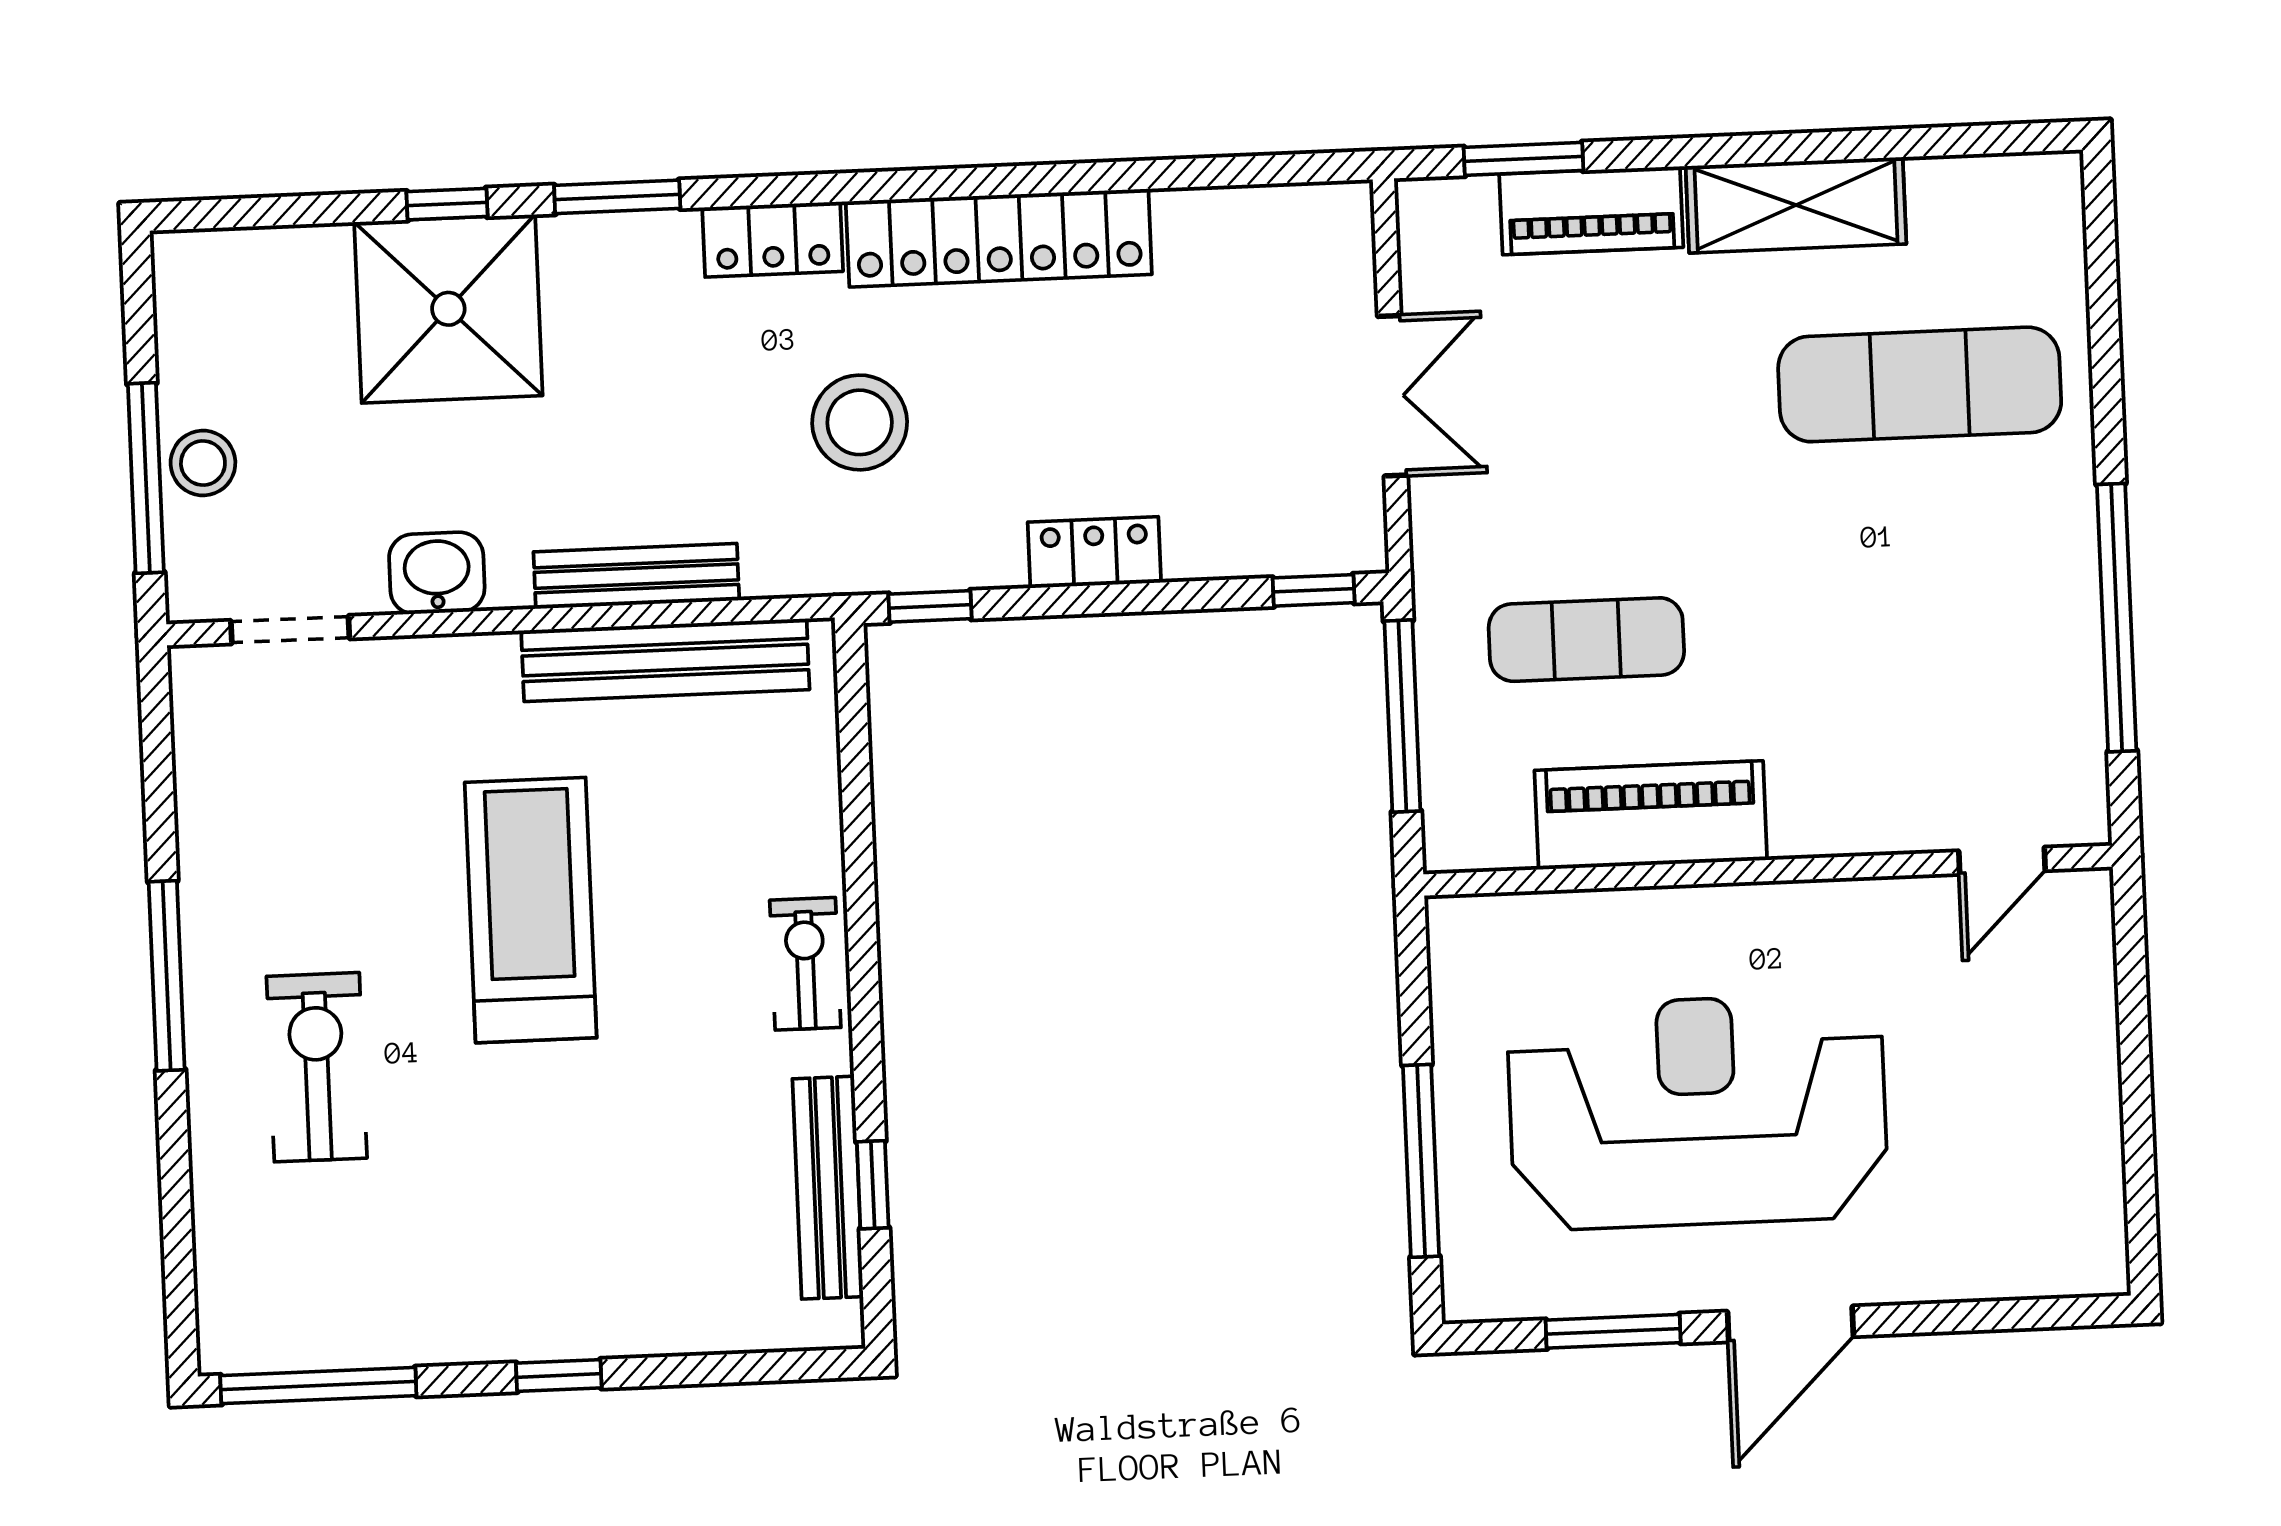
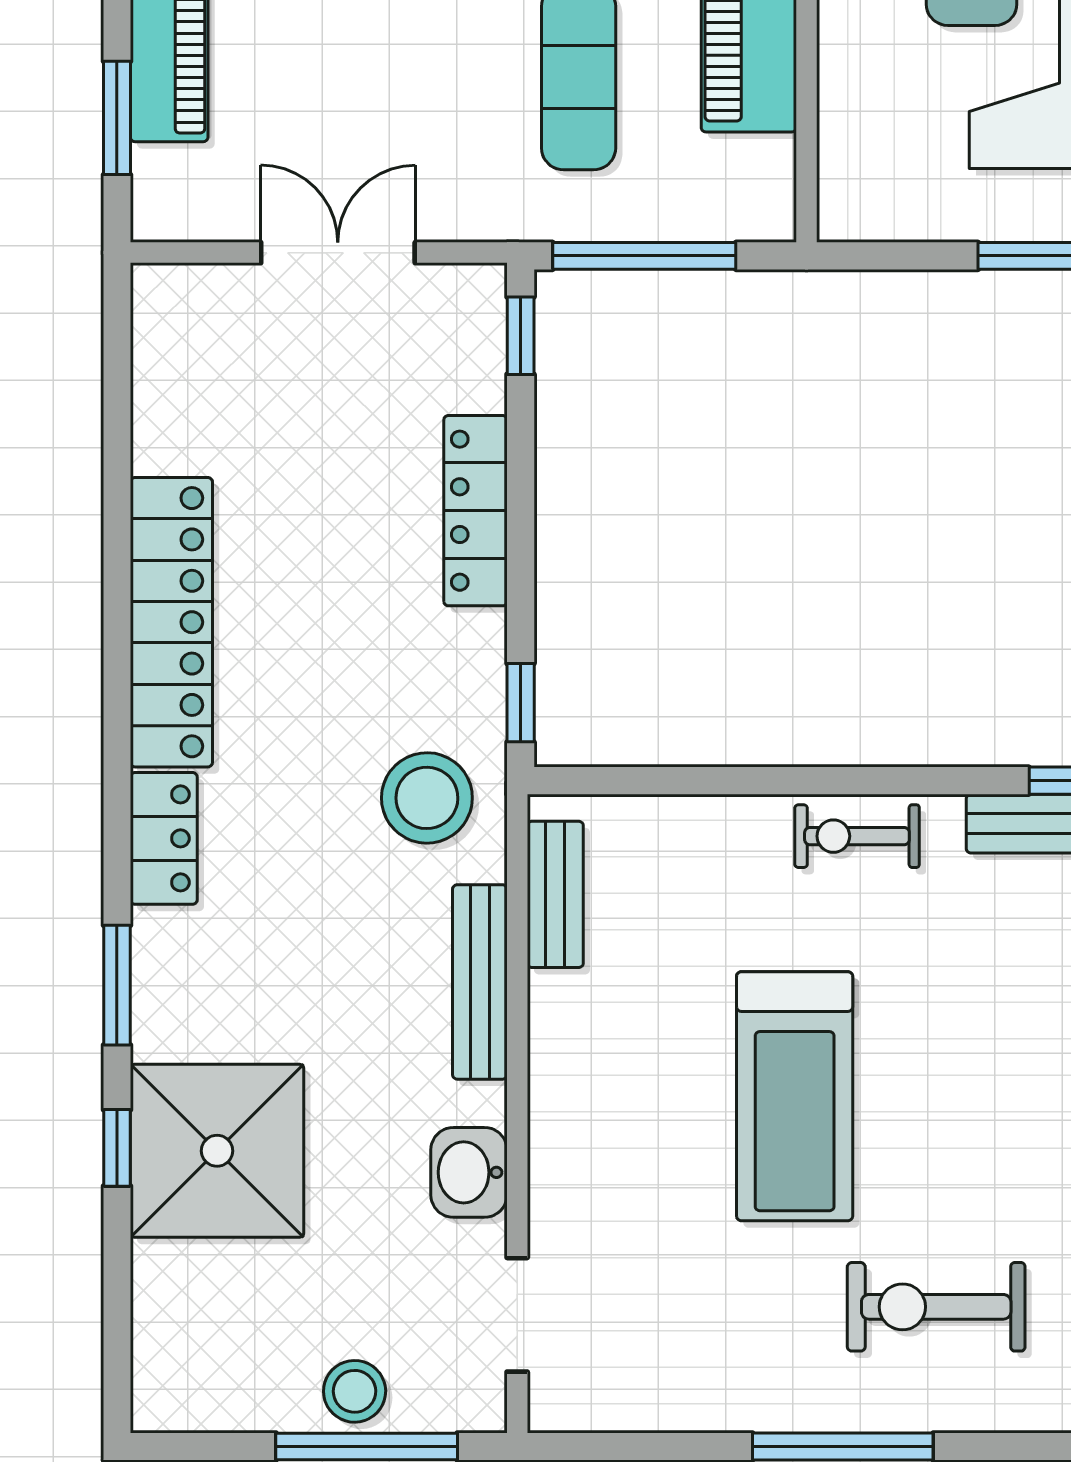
stool: (860, 422) -> (427, 798), moved
locker: (1094, 552) -> (476, 511), width x1.53
bench: (665, 660) -> (555, 894), width x0.54, depth x0.82
treadmill: (531, 910) -> (795, 1096), turned -90

